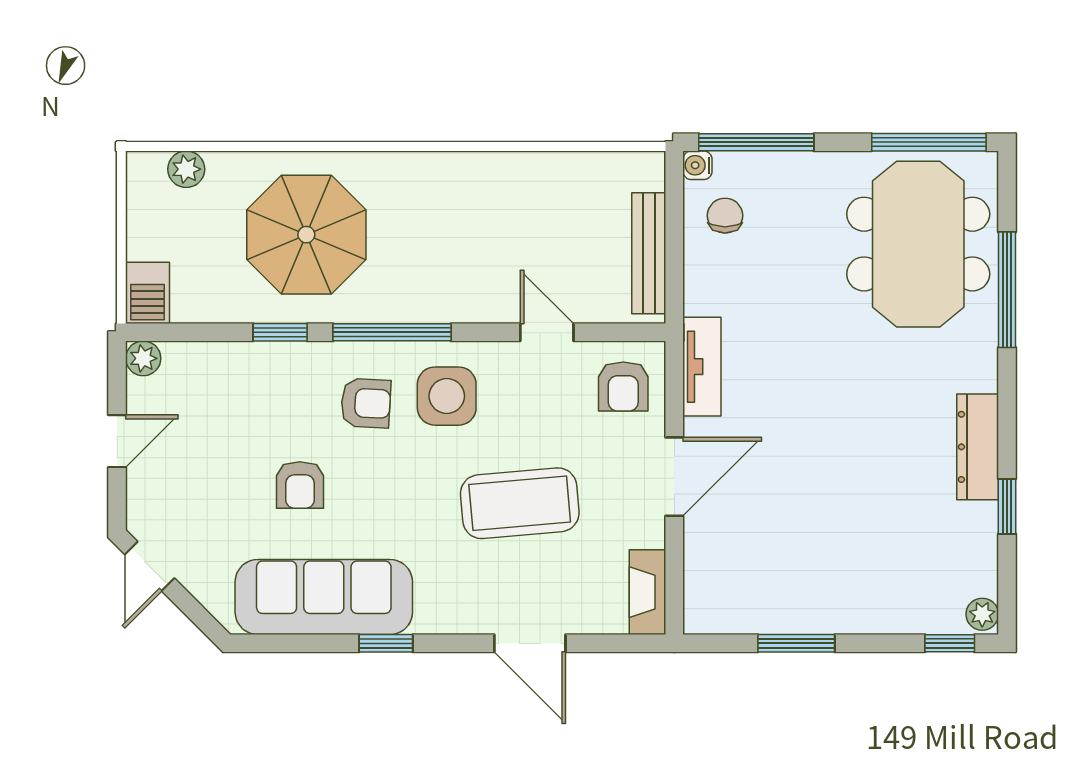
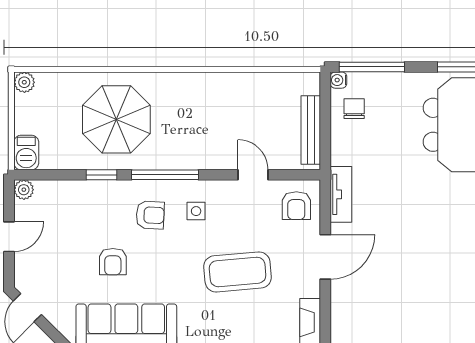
plant: (186, 169) -> (24, 82), moved
side table: (447, 396) -> (196, 211), width x0.54, depth x0.54

